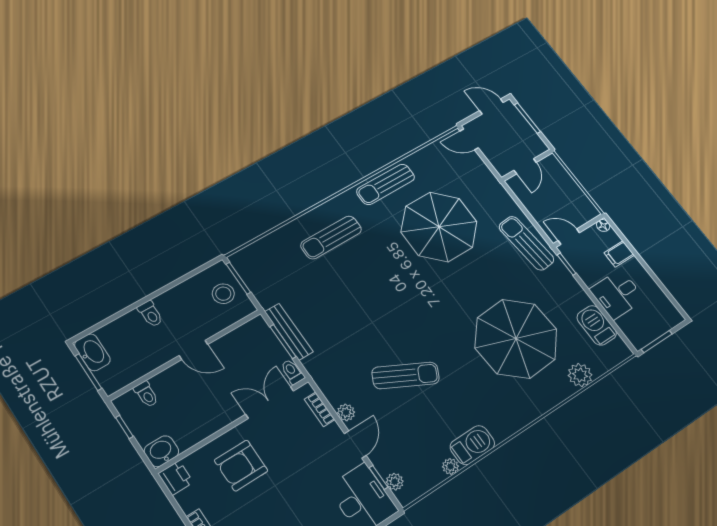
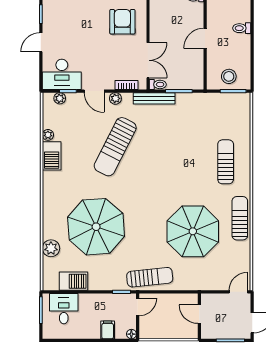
desk: (617, 294) -> (64, 309), moved
bench: (289, 332) -> (154, 98), moved
sun lounger: (406, 375) -> (115, 147), width x1.36, depth x1.34

